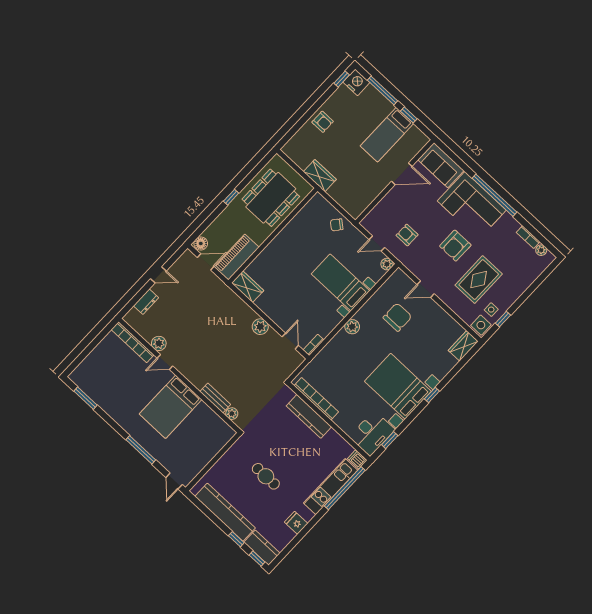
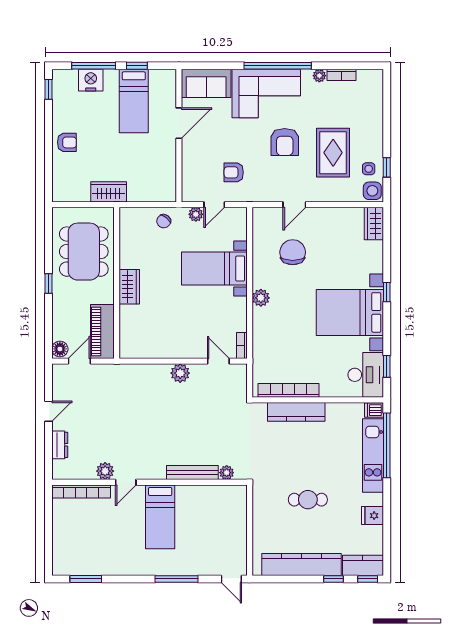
nightstand: (356, 82) -> (91, 80), moved
plant: (541, 250) -> (319, 76), moved
plant: (387, 264) -> (196, 214), moved
wardrobe: (248, 287) -> (129, 287), moved, turned 90
bench: (215, 398) -> (192, 473), width x1.36
bed: (171, 407) -> (160, 517), width x0.67

